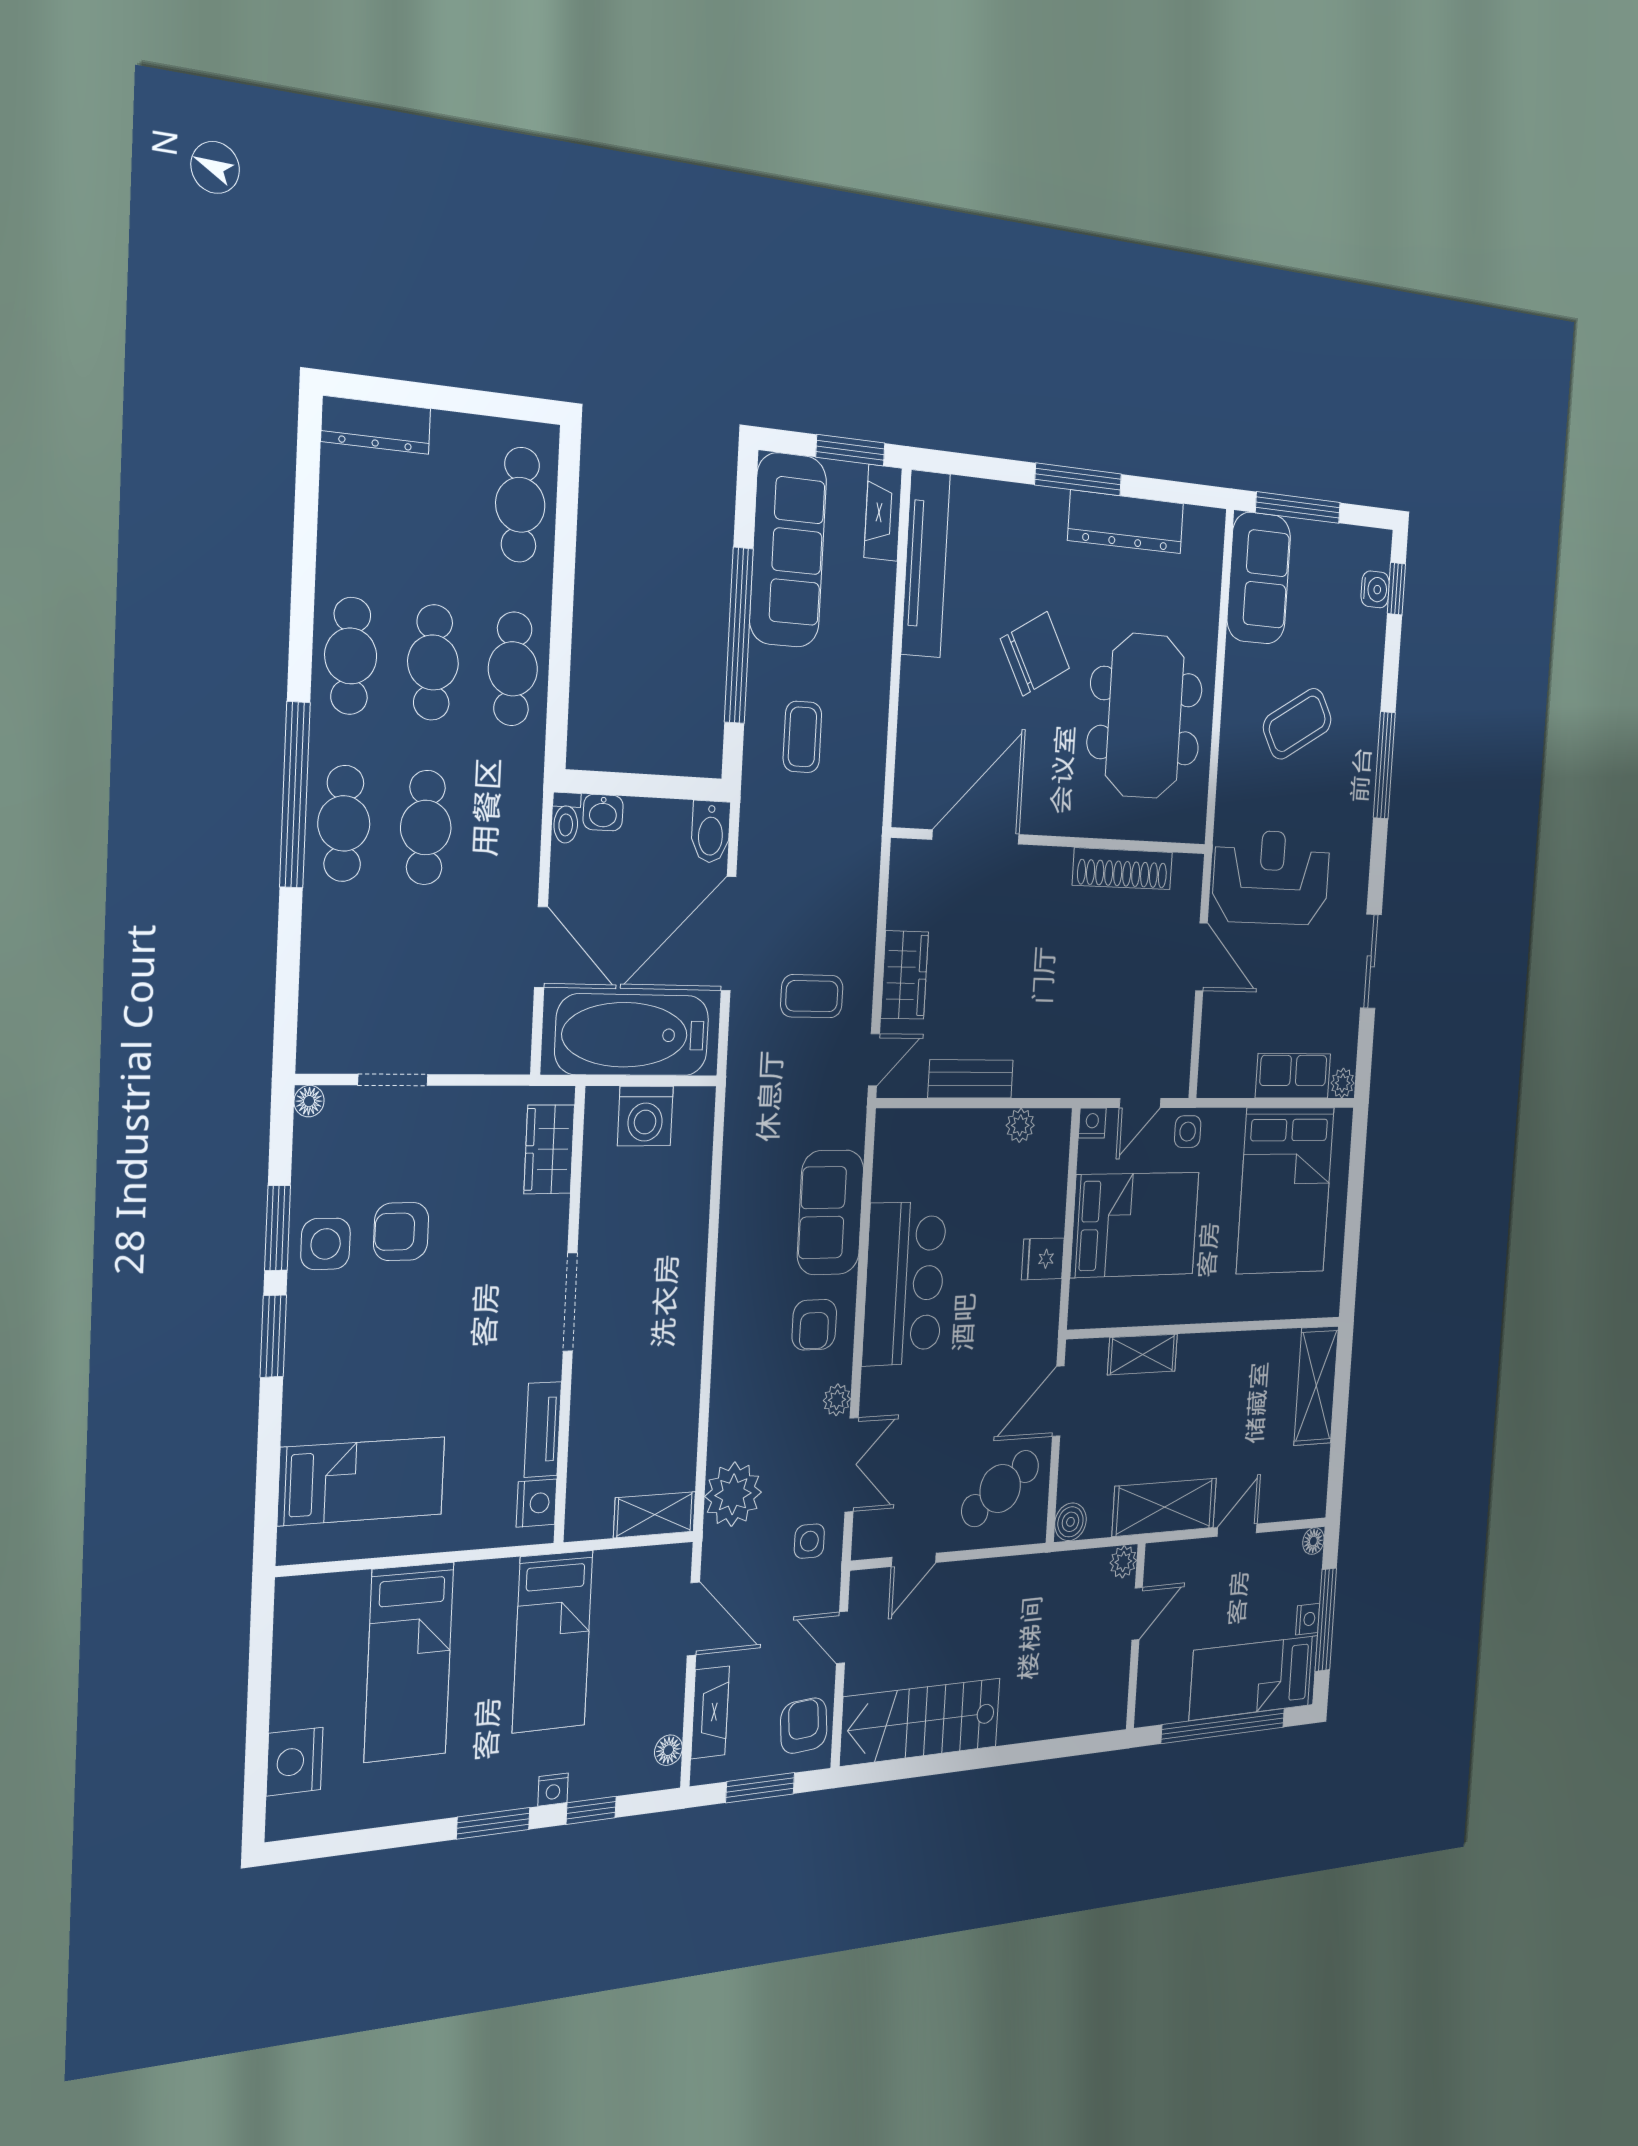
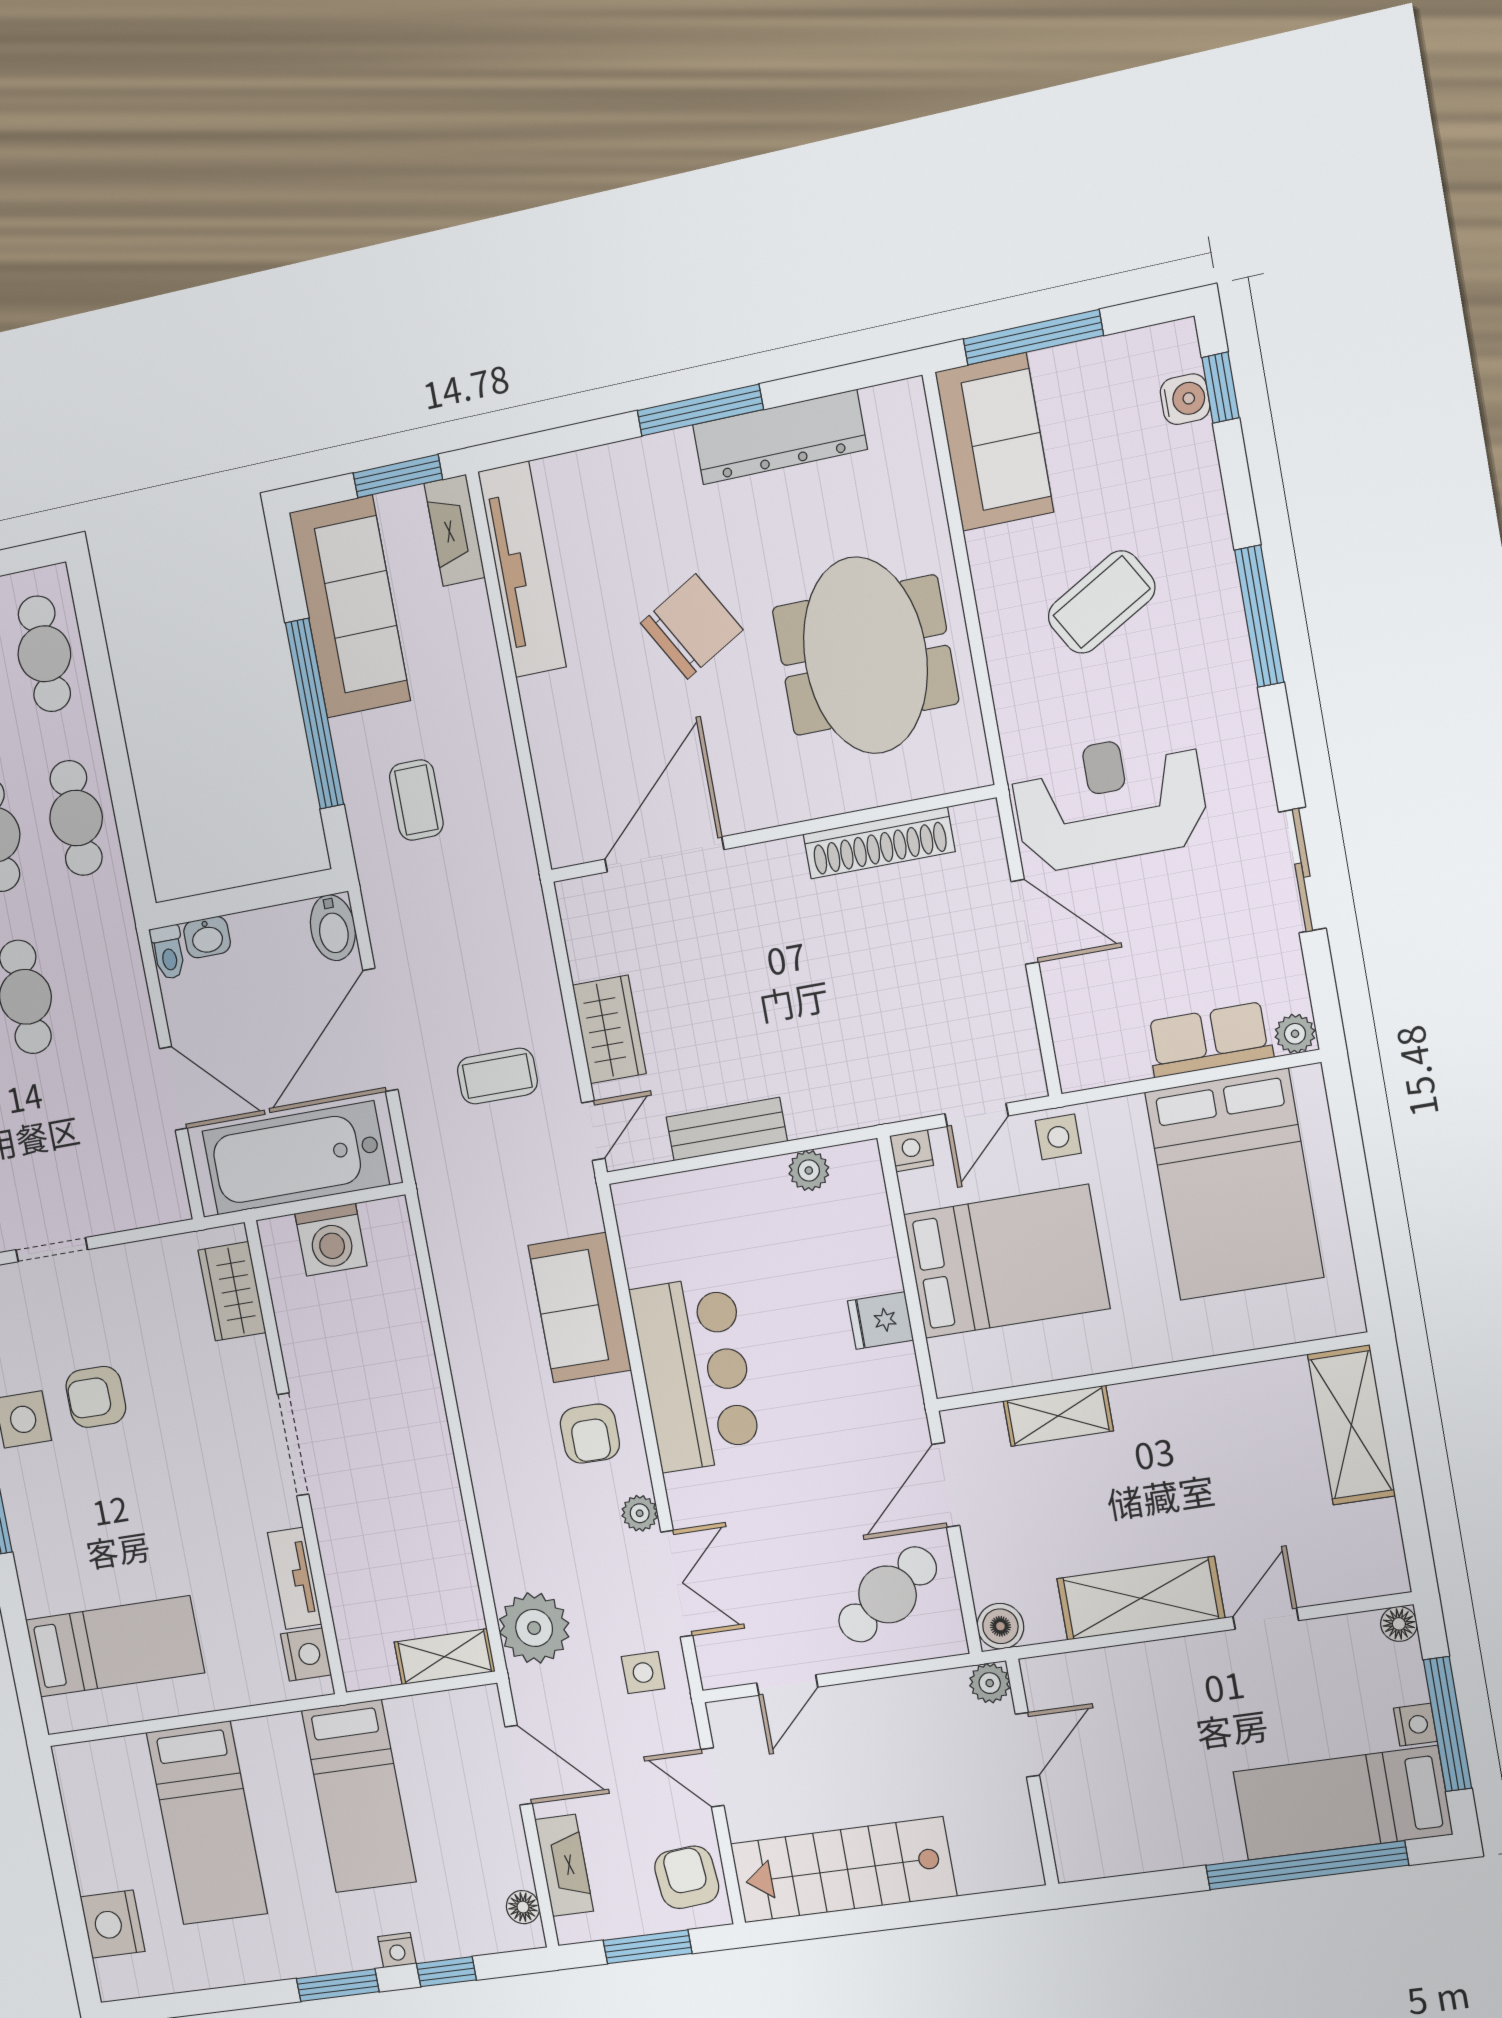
plant: (1123, 1562) -> (990, 1683), moved
door: (1137, 1614) -> (1027, 1745), moved
wall: (1136, 1636) -> (1032, 1772), moved

